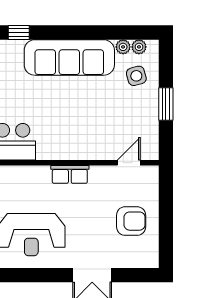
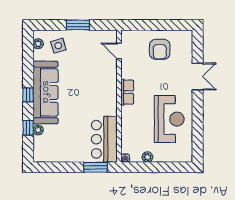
window: (66, 33) -> (28, 95), added
plant: (123, 47) -> (38, 130), moved
armchair: (131, 221) -> (160, 49), turned 180

